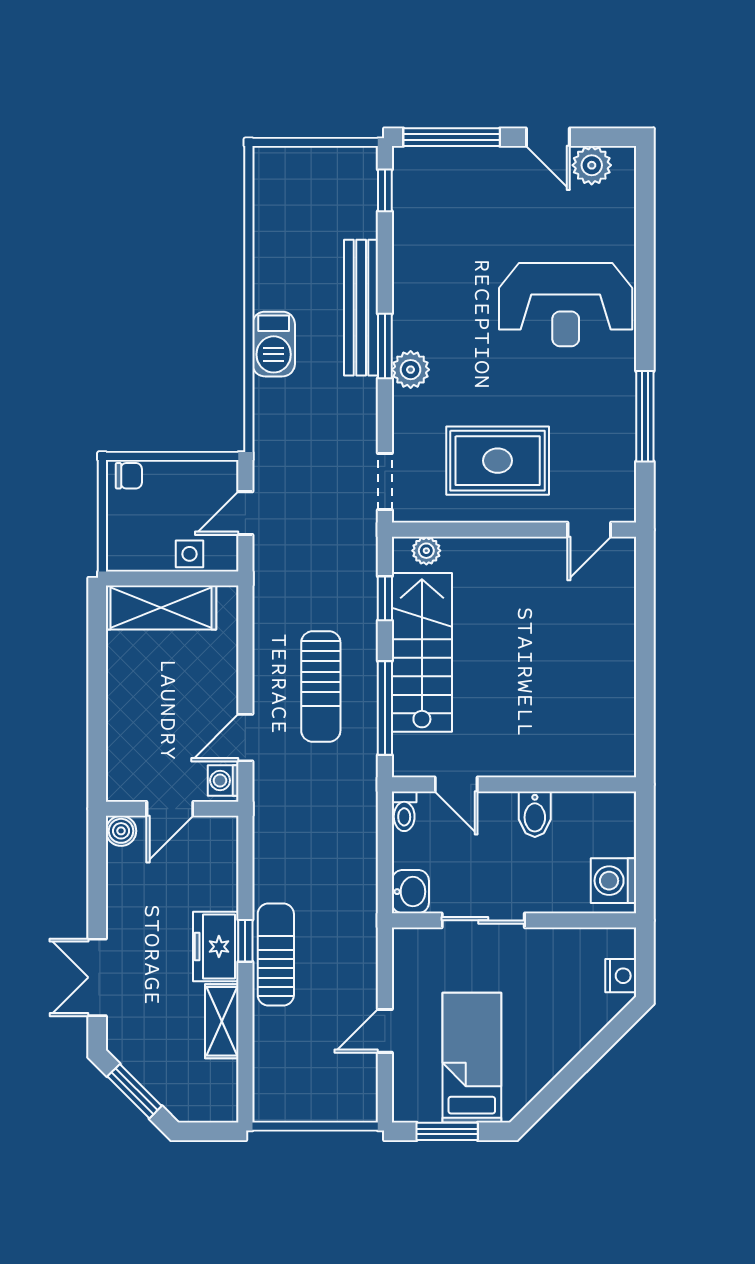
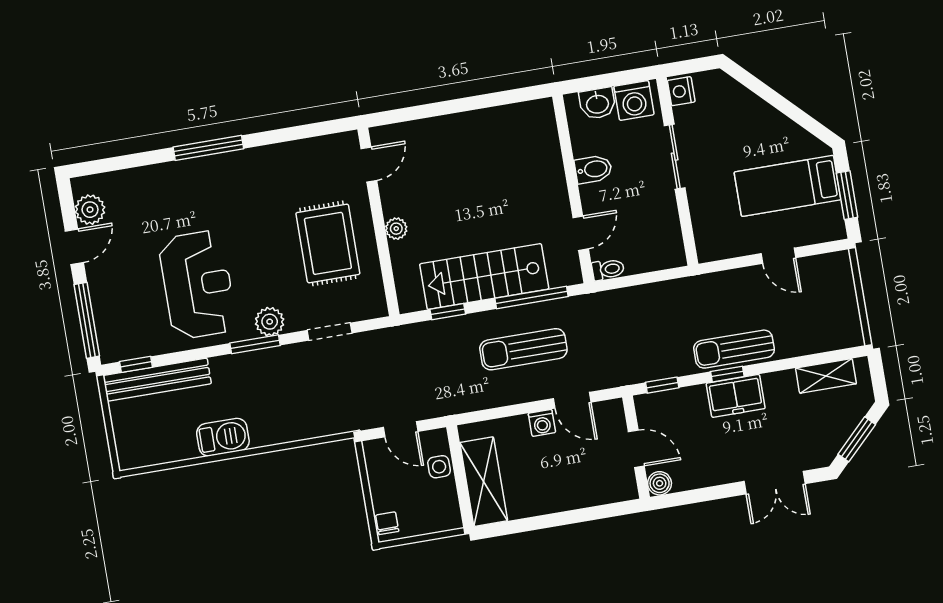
reception desk: (566, 305) -> (197, 285), moved
bench: (361, 308) -> (157, 380), moved
barbecue: (274, 344) -> (223, 437), moved
window: (645, 416) -> (208, 148), moved
doorway: (385, 482) -> (330, 332), moved
door: (589, 530) -> (369, 164), hinge flipped
plant: (426, 551) -> (396, 229), moved
sun lounger: (321, 687) -> (523, 349), turned 180
washing machine: (223, 780) -> (542, 423), moved
window: (245, 855) -> (662, 385), added
washbasin: (410, 892) -> (597, 103), moved, turned 180
sliding door: (483, 920) -> (675, 157), moved
nightstand: (621, 976) -> (681, 91), moved, turned -90
shelving: (222, 1021) -> (826, 376), moved

